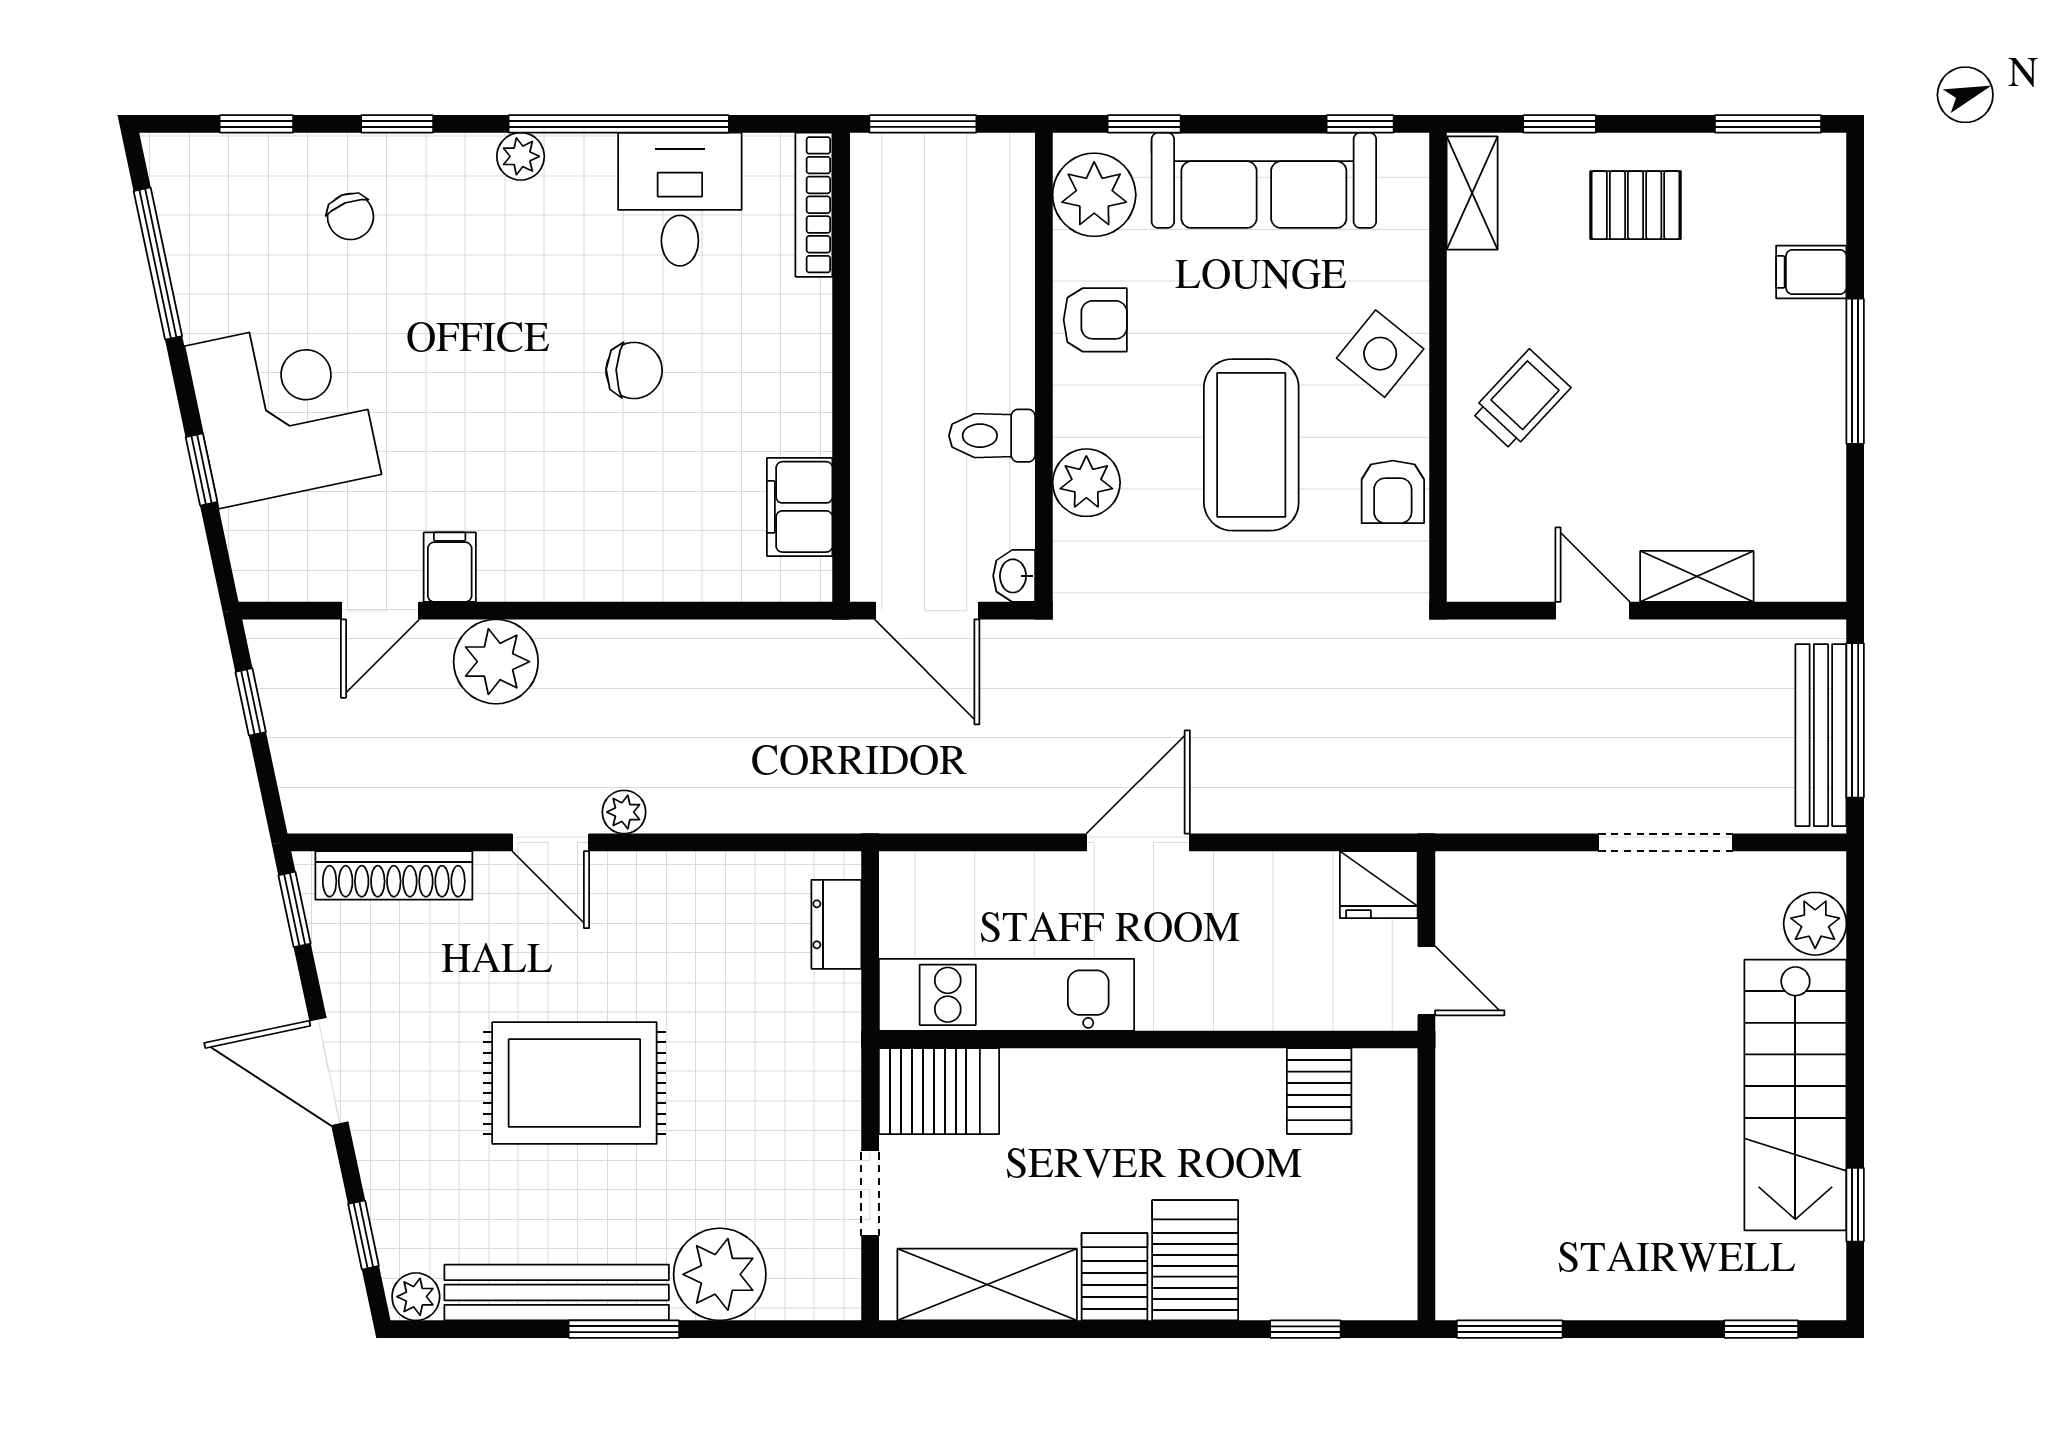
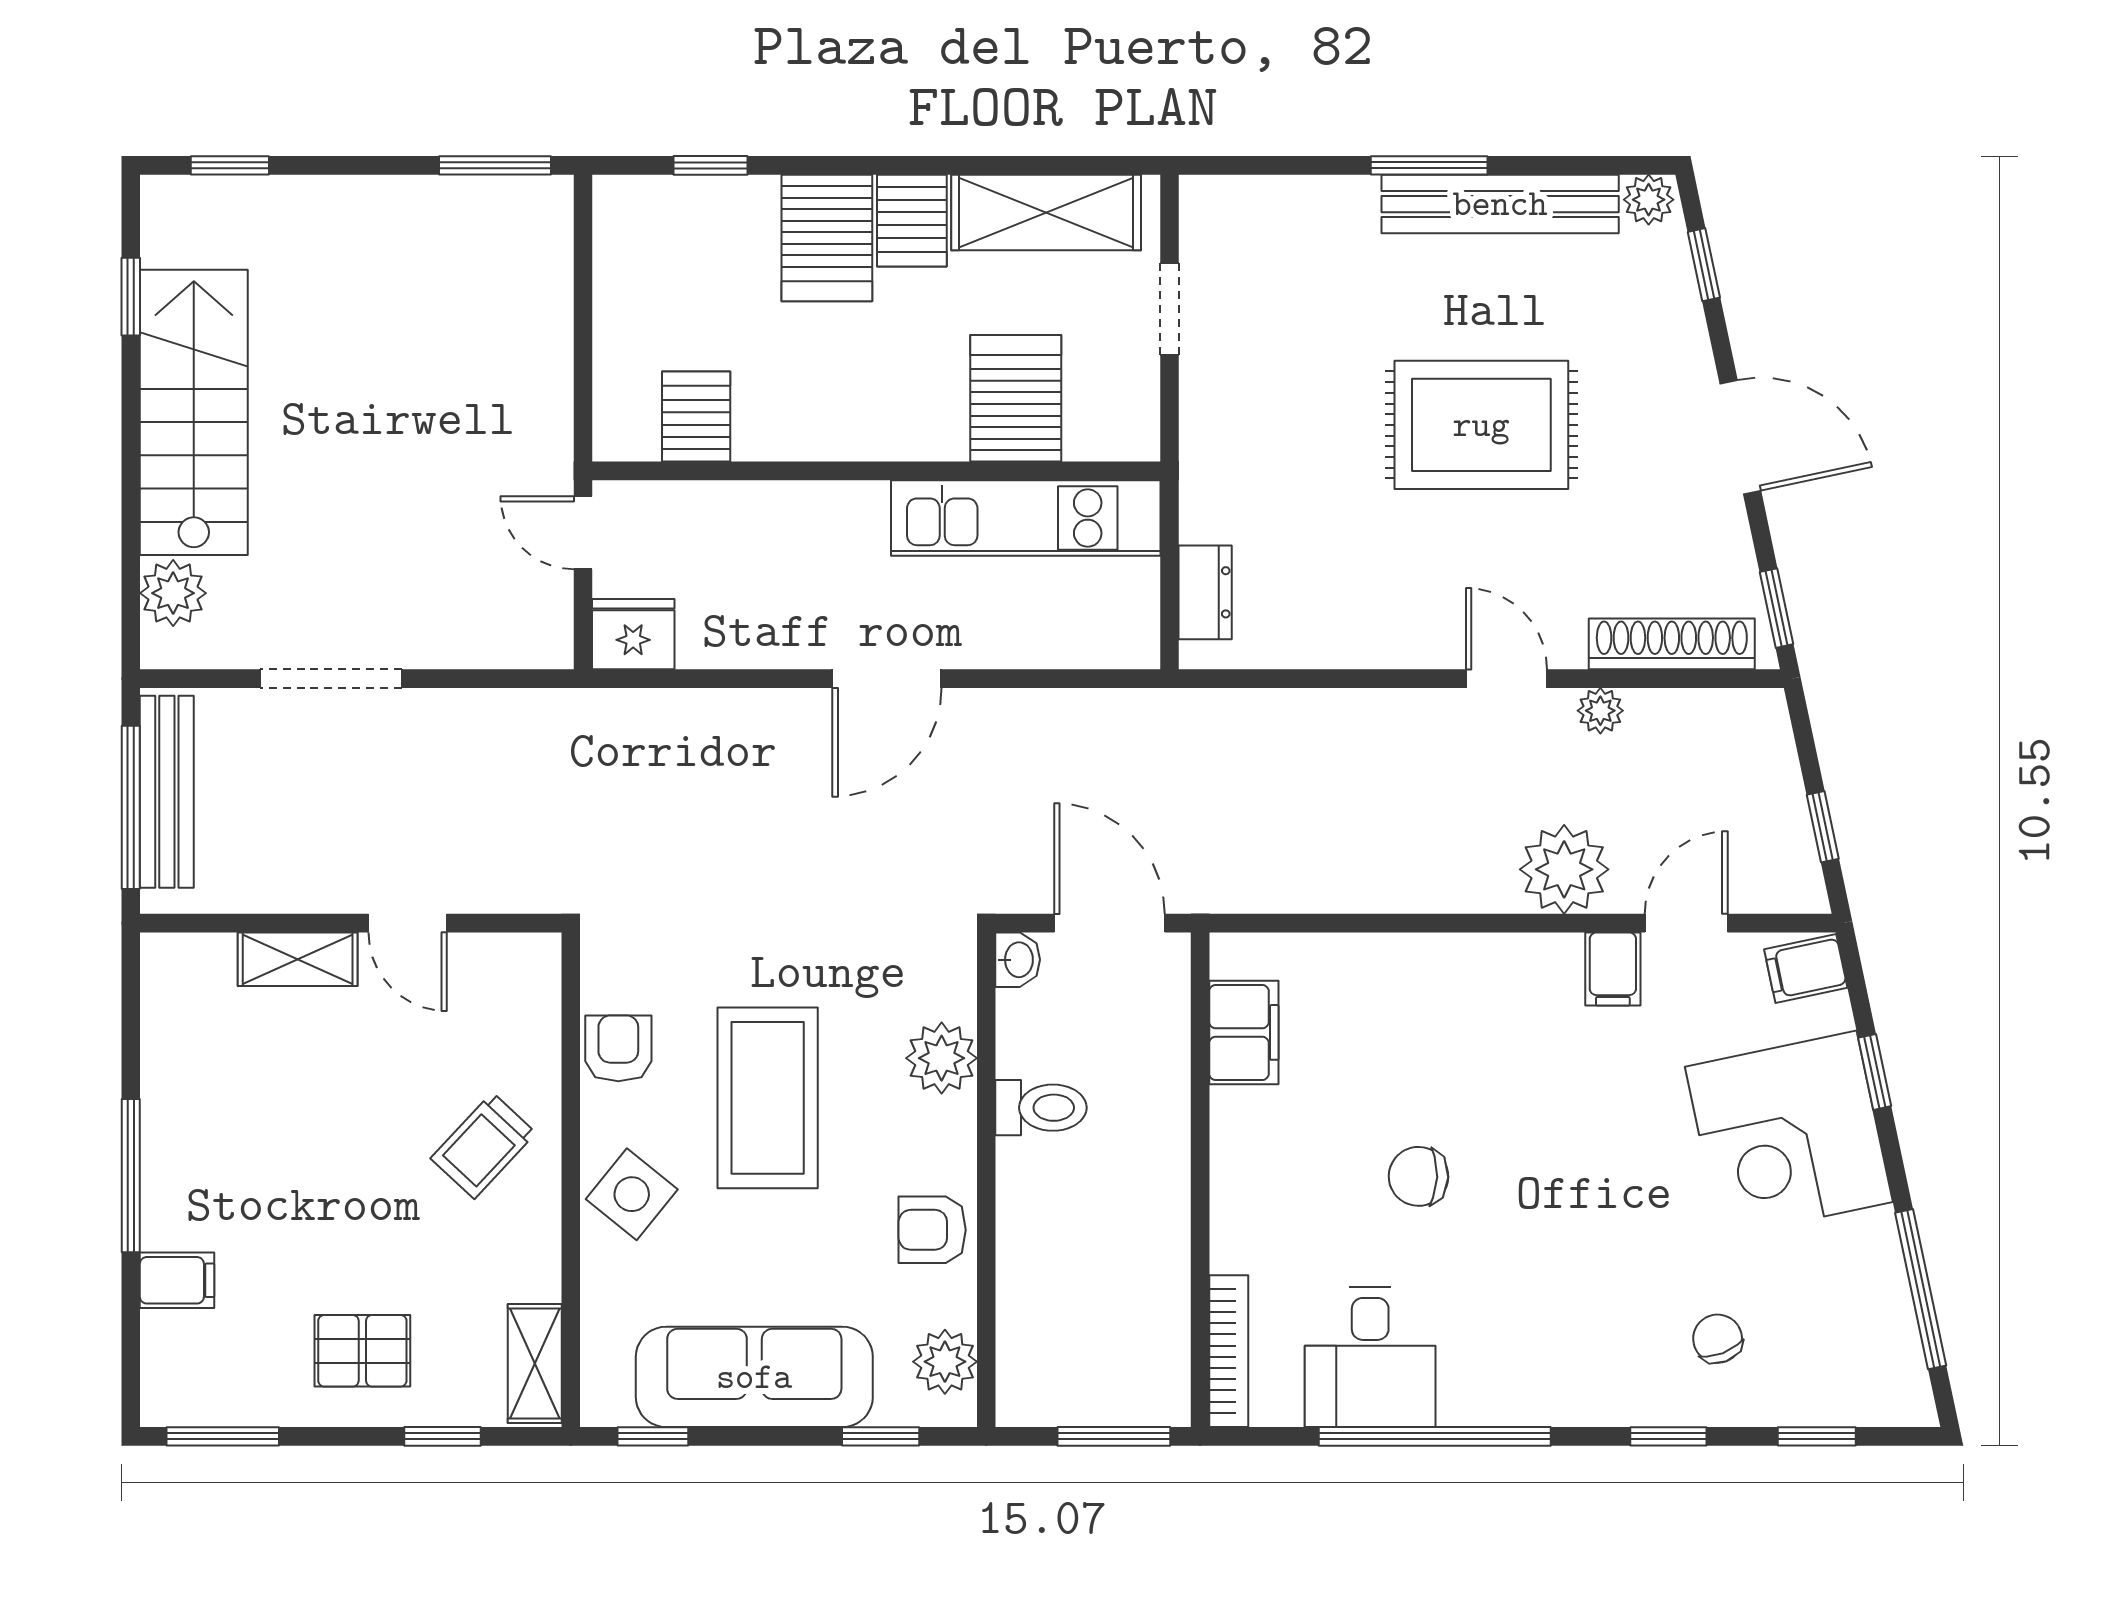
plant: (521, 156) -> (1538, 1402), removed
plant: (1094, 195) -> (945, 1362), width x0.73, depth x0.73
filing cabinet: (267, 568) -> (1806, 969), added
plant: (624, 812) -> (1600, 711), moved
server rack: (939, 1091) -> (1016, 398), moved, turned 90
plant: (720, 1274) -> (1328, 223), removed

